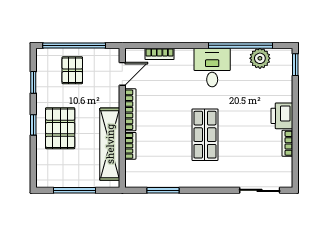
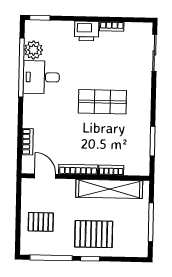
window: (74, 45) -> (18, 220), removed
desk: (212, 67) -> (41, 77), moved
window: (33, 82) -> (51, 258), width x2.17

